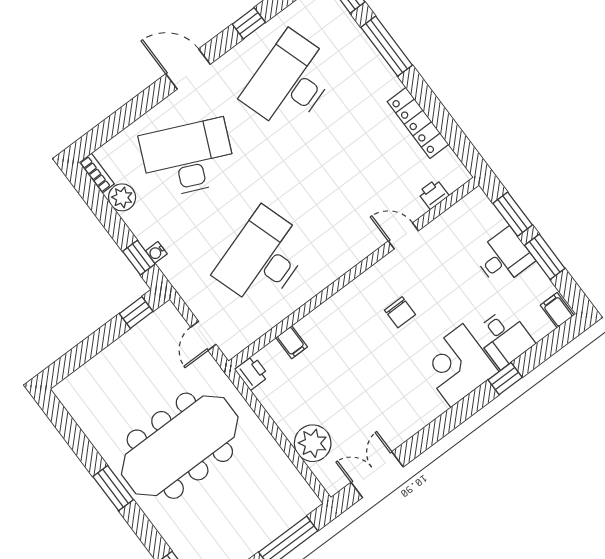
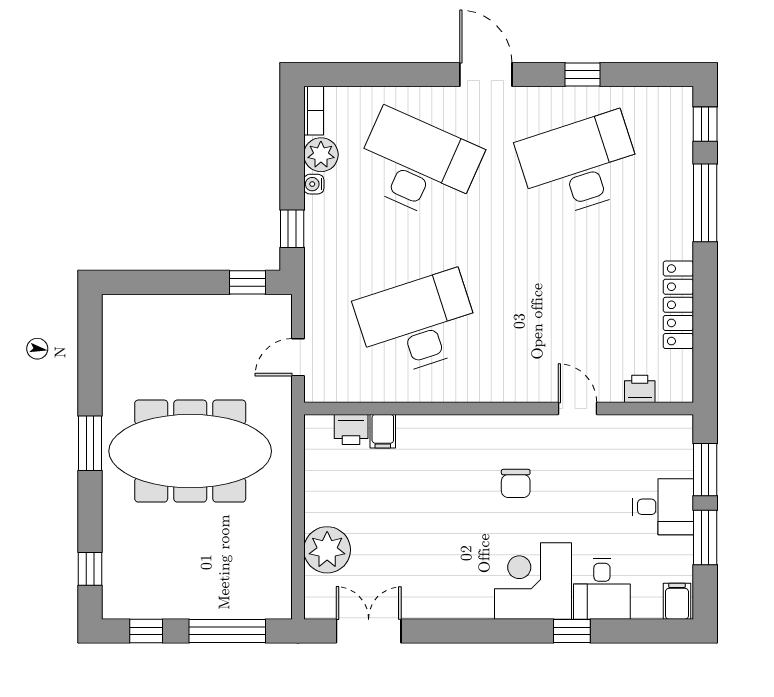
water cooler: (156, 252) -> (314, 184), moved
printer: (252, 373) -> (351, 429), moved, turned 90

